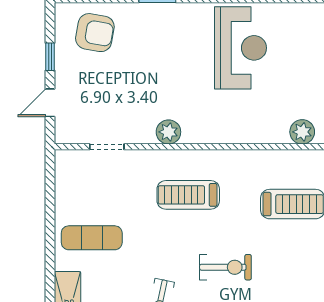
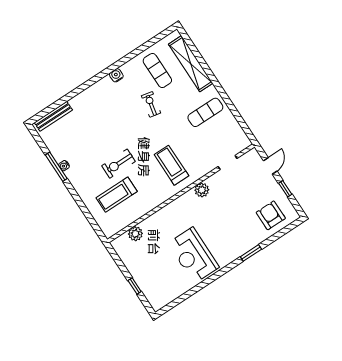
armchair: (95, 33) -> (271, 215), turned 80
treadmill: (188, 195) -> (171, 165), turned -90
exercise bike: (225, 267) -> (118, 164), moved

